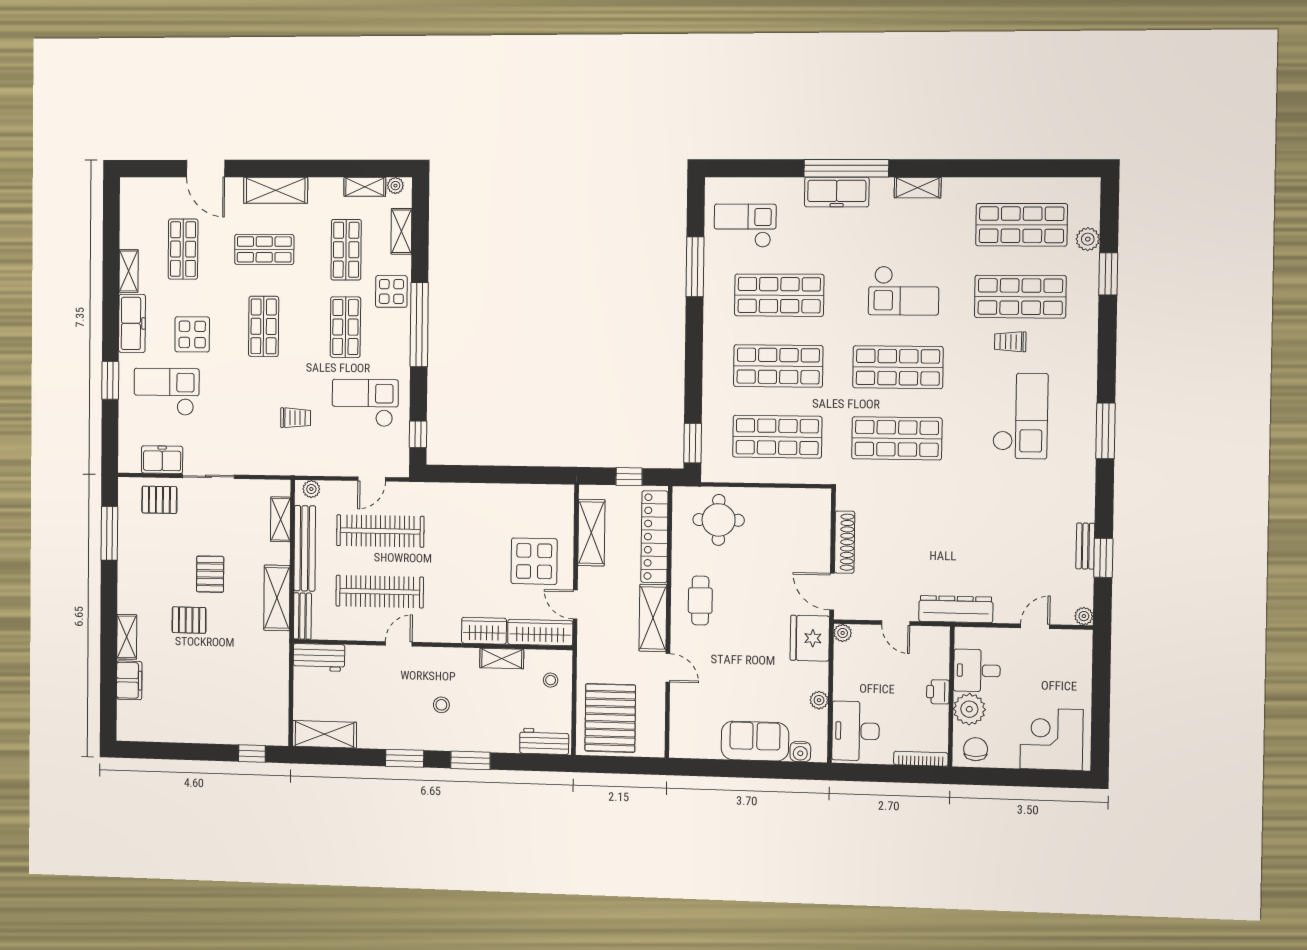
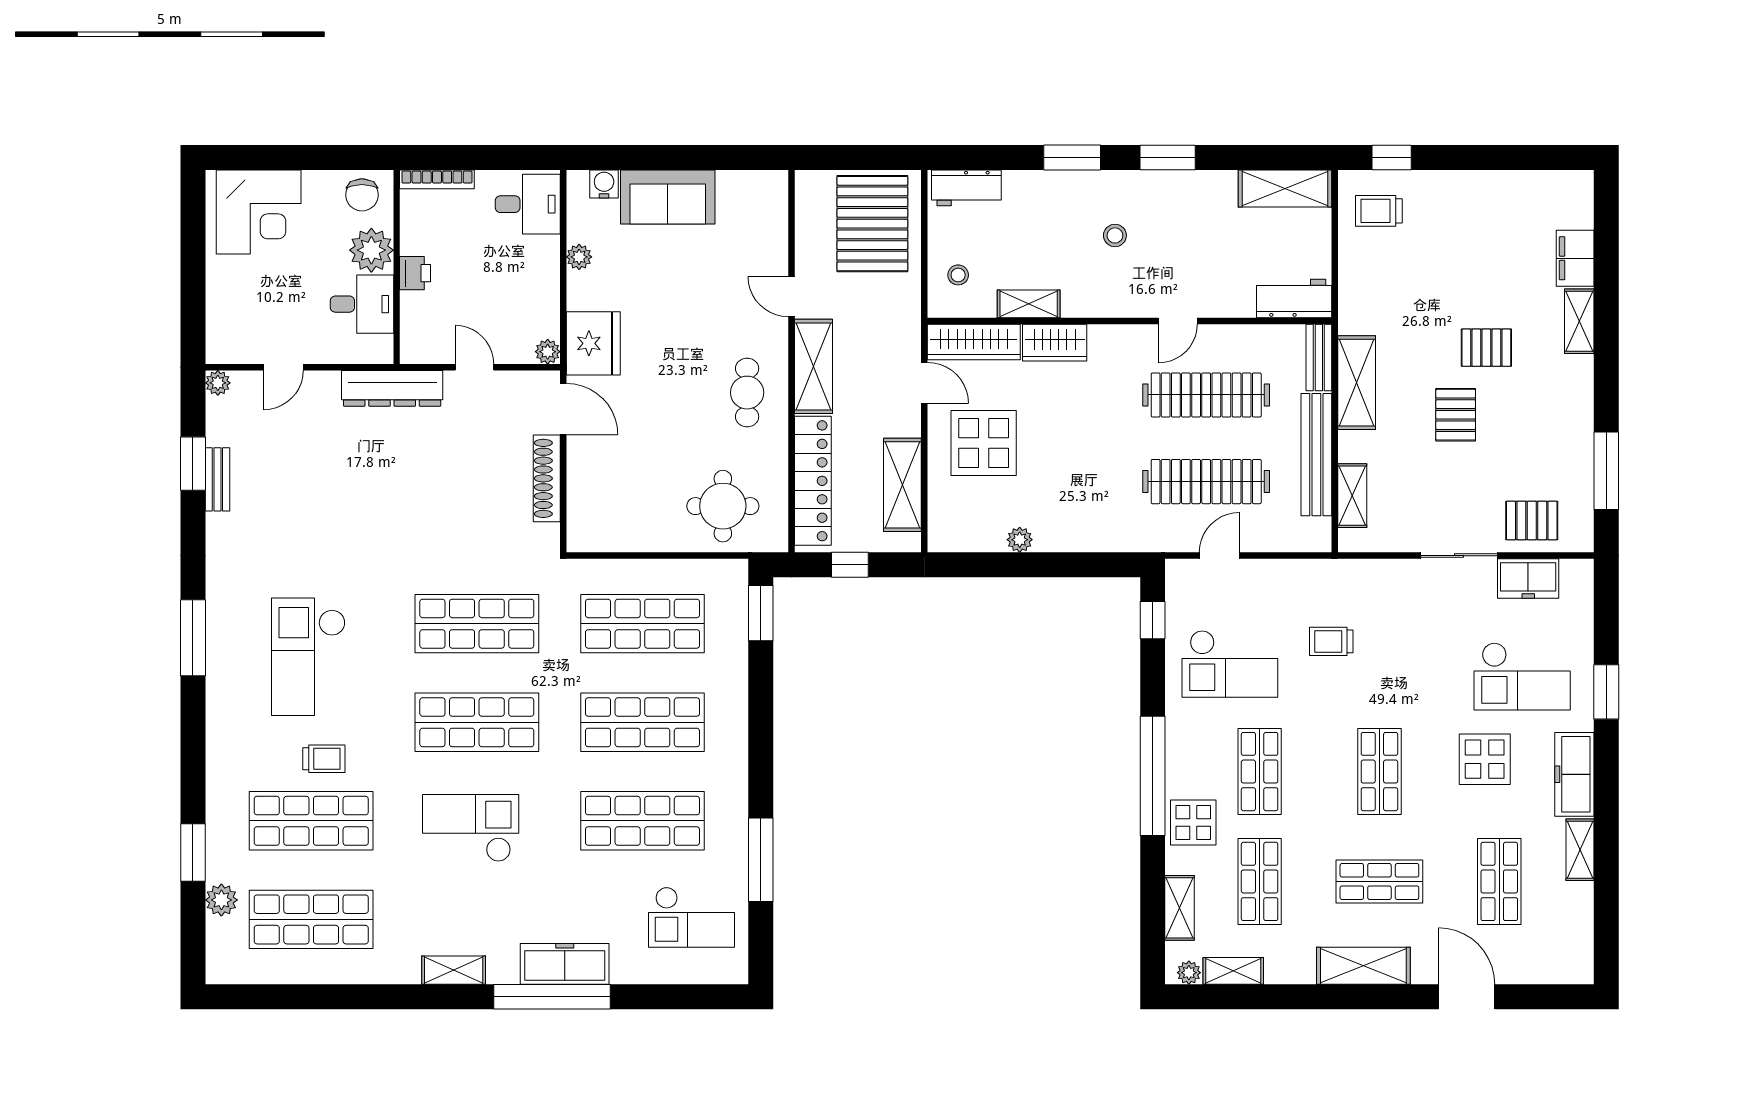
plant: (311, 489) -> (1020, 540), moved
trolley: (261, 717) -> (1379, 211), added
desk: (856, 731) -> (528, 204), width x0.73

